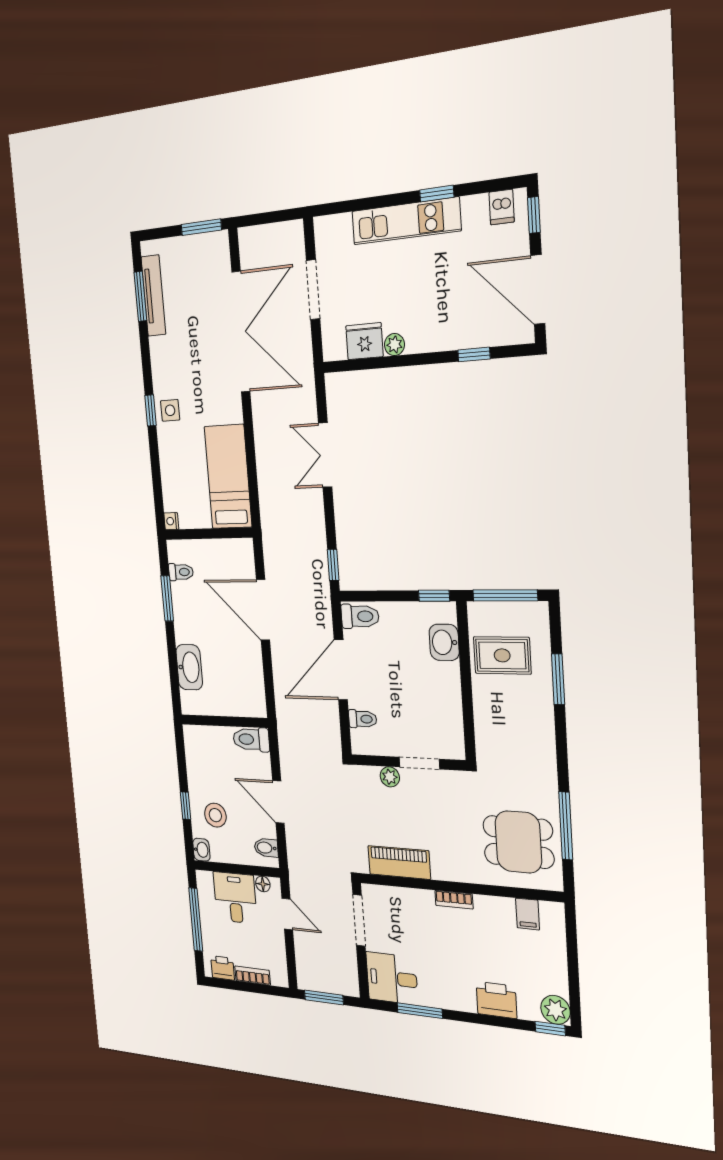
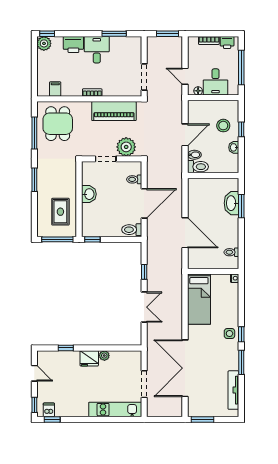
window: (437, 194) -> (52, 420), moved
kitchen unit: (406, 221) -> (115, 410), moved
door: (538, 290) -> (34, 373), width x0.53
window: (140, 296) -> (241, 362), moved
fridge: (364, 341) -> (89, 358), moved
window: (333, 565) -> (144, 272), moved
window: (167, 598) -> (241, 206), moved
washbasin: (444, 642) -> (89, 194), moved
rug: (502, 655) -> (60, 212), turned 90
window: (558, 679) -> (34, 180), moved
plant: (390, 777) -> (126, 147), width x1.88, depth x1.88
door: (278, 802) -> (185, 135), hinge flipped
dining table: (518, 842) -> (58, 124), turned 90
bidet: (266, 848) -> (194, 155), moved
washbasin: (201, 850) -> (234, 147), moved
piano: (399, 862) -> (114, 111), width x1.37, depth x1.33
desk: (392, 978) -> (97, 50), moved, turned -90

